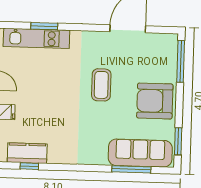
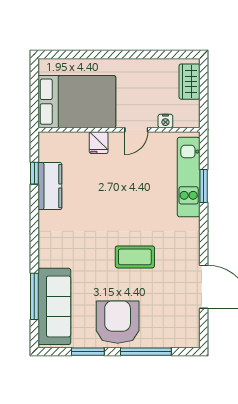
window: (181, 61) -> (146, 352), moved
window: (178, 141) -> (88, 352), moved
kitchen counter: (27, 153) -> (50, 186), moved

